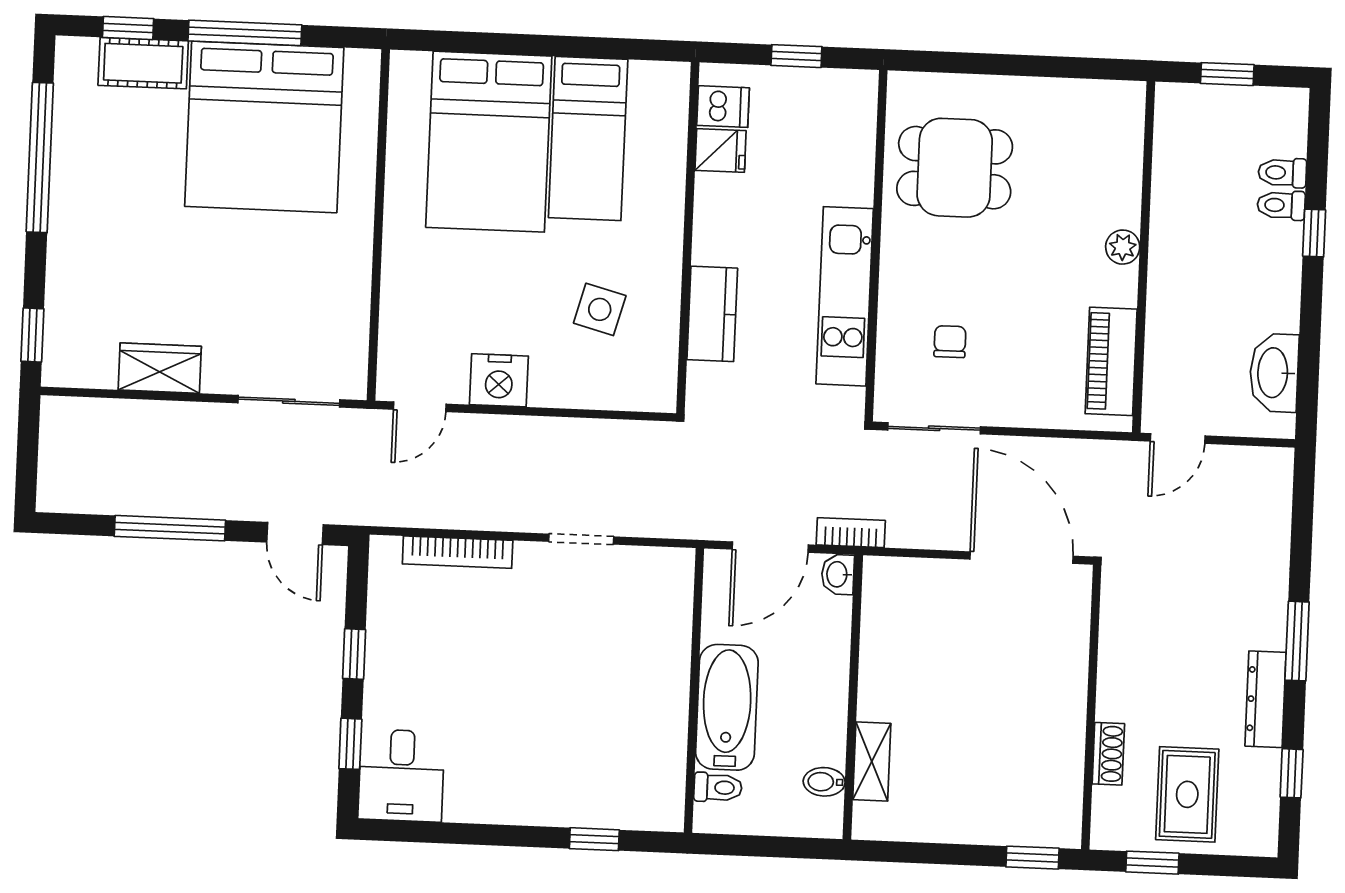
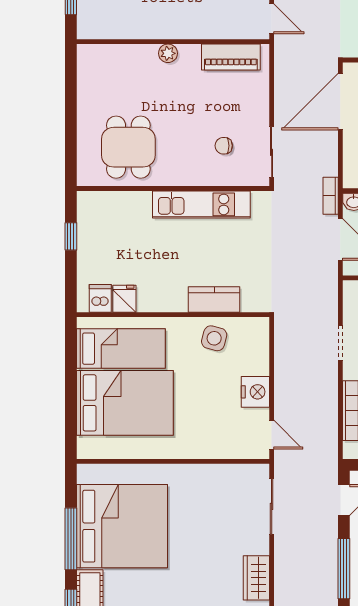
dishwasher: (723, 107) -> (100, 298), moved
fridge: (721, 150) -> (124, 299), moved
wall: (688, 238) -> (173, 315), moved
kitchen counter: (712, 314) -> (214, 300), moved

